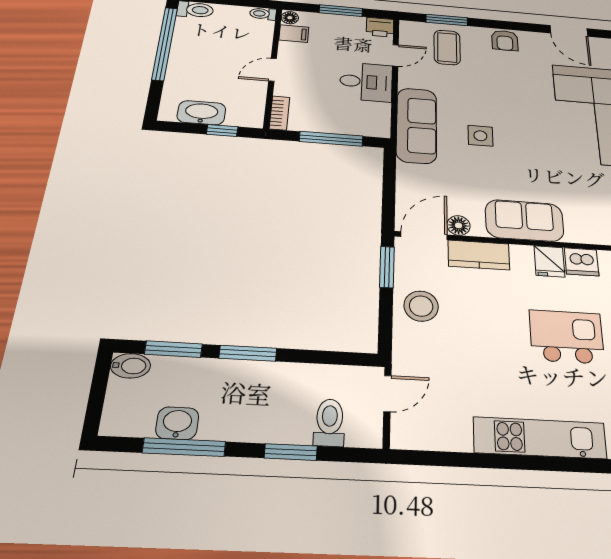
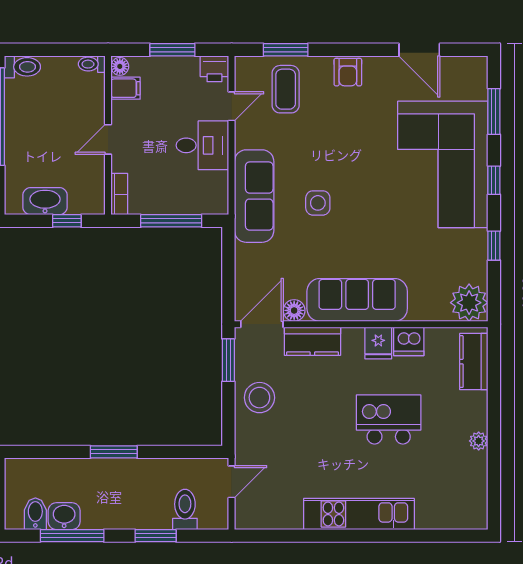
sofa: (524, 221) -> (357, 300), width x1.36
window: (173, 349) -> (52, 452), removed
bidet: (130, 366) -> (35, 514), moved, turned -90

